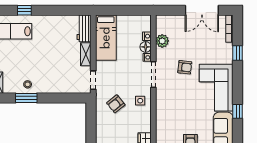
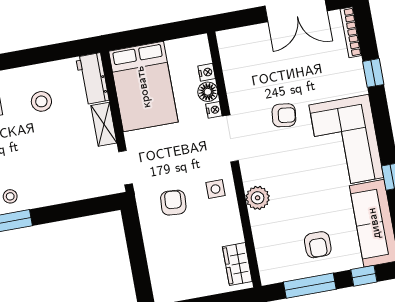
stool: (54, 36) -> (41, 101), added
bed: (106, 38) -> (143, 87), width x1.50
plant: (162, 41) -> (258, 198), moved
armchair: (116, 104) -> (173, 203), turned 133

